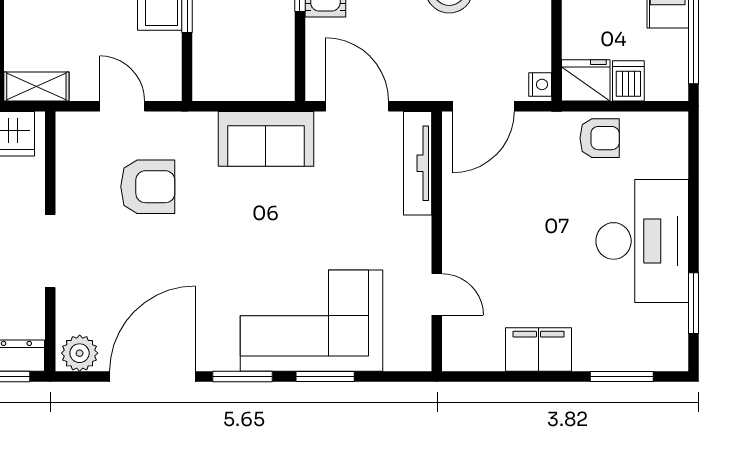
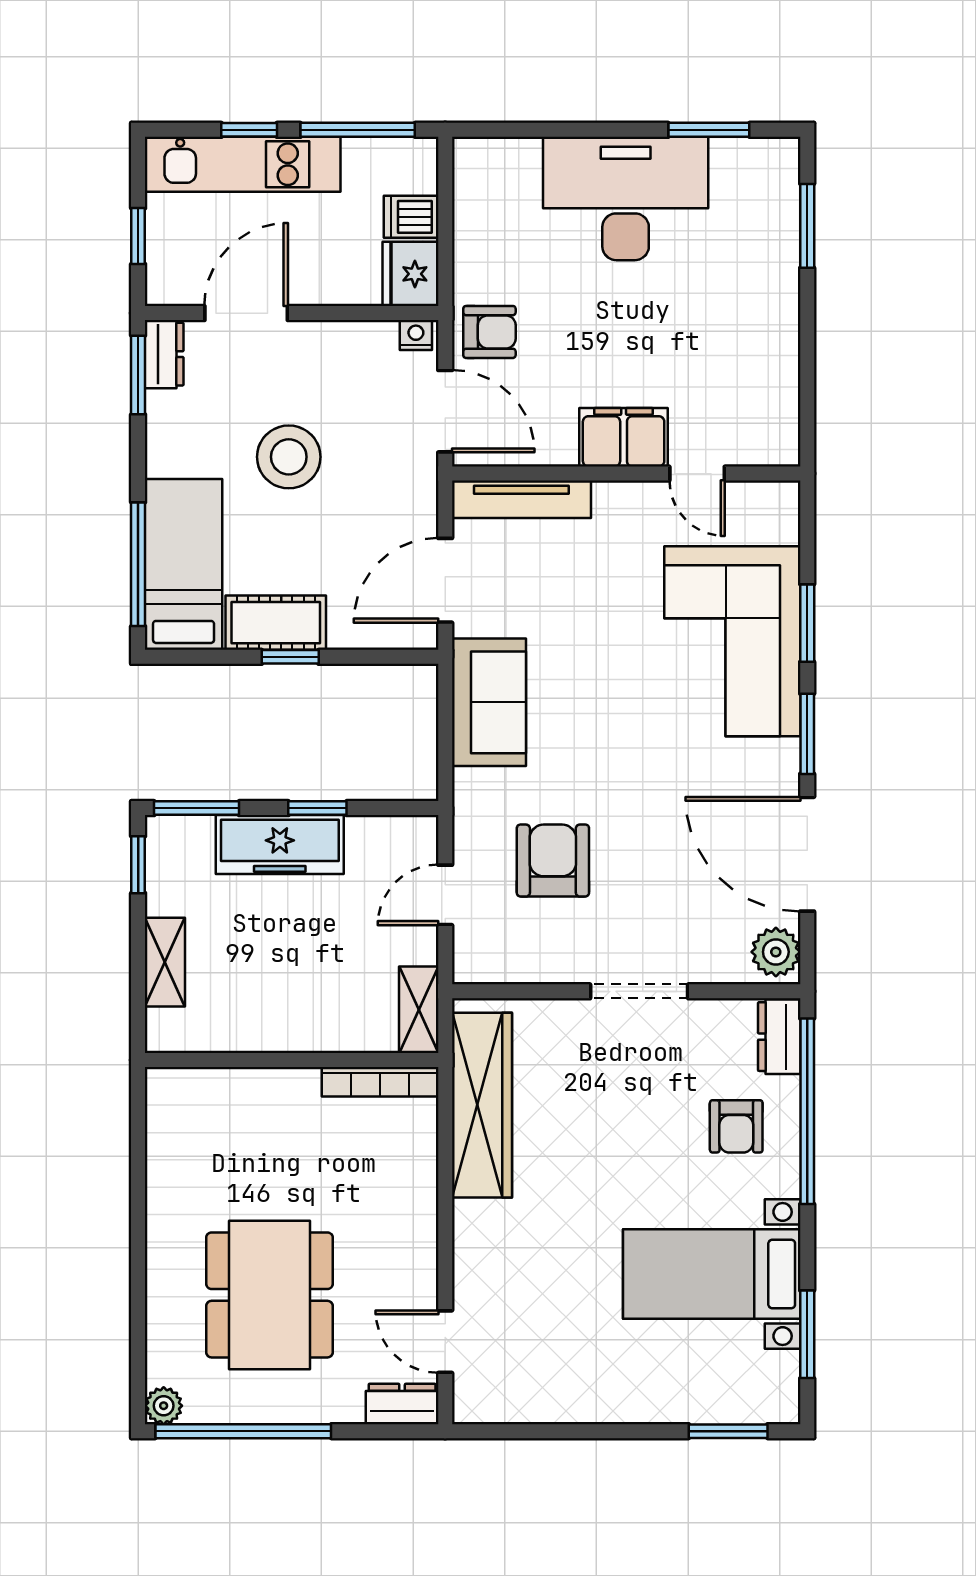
armchair: (600, 138) -> (489, 332), moved, turned 90
door: (437, 294) -> (697, 474), swing flipped
filing cabinet: (539, 349) -> (624, 437), moved, turned 90

